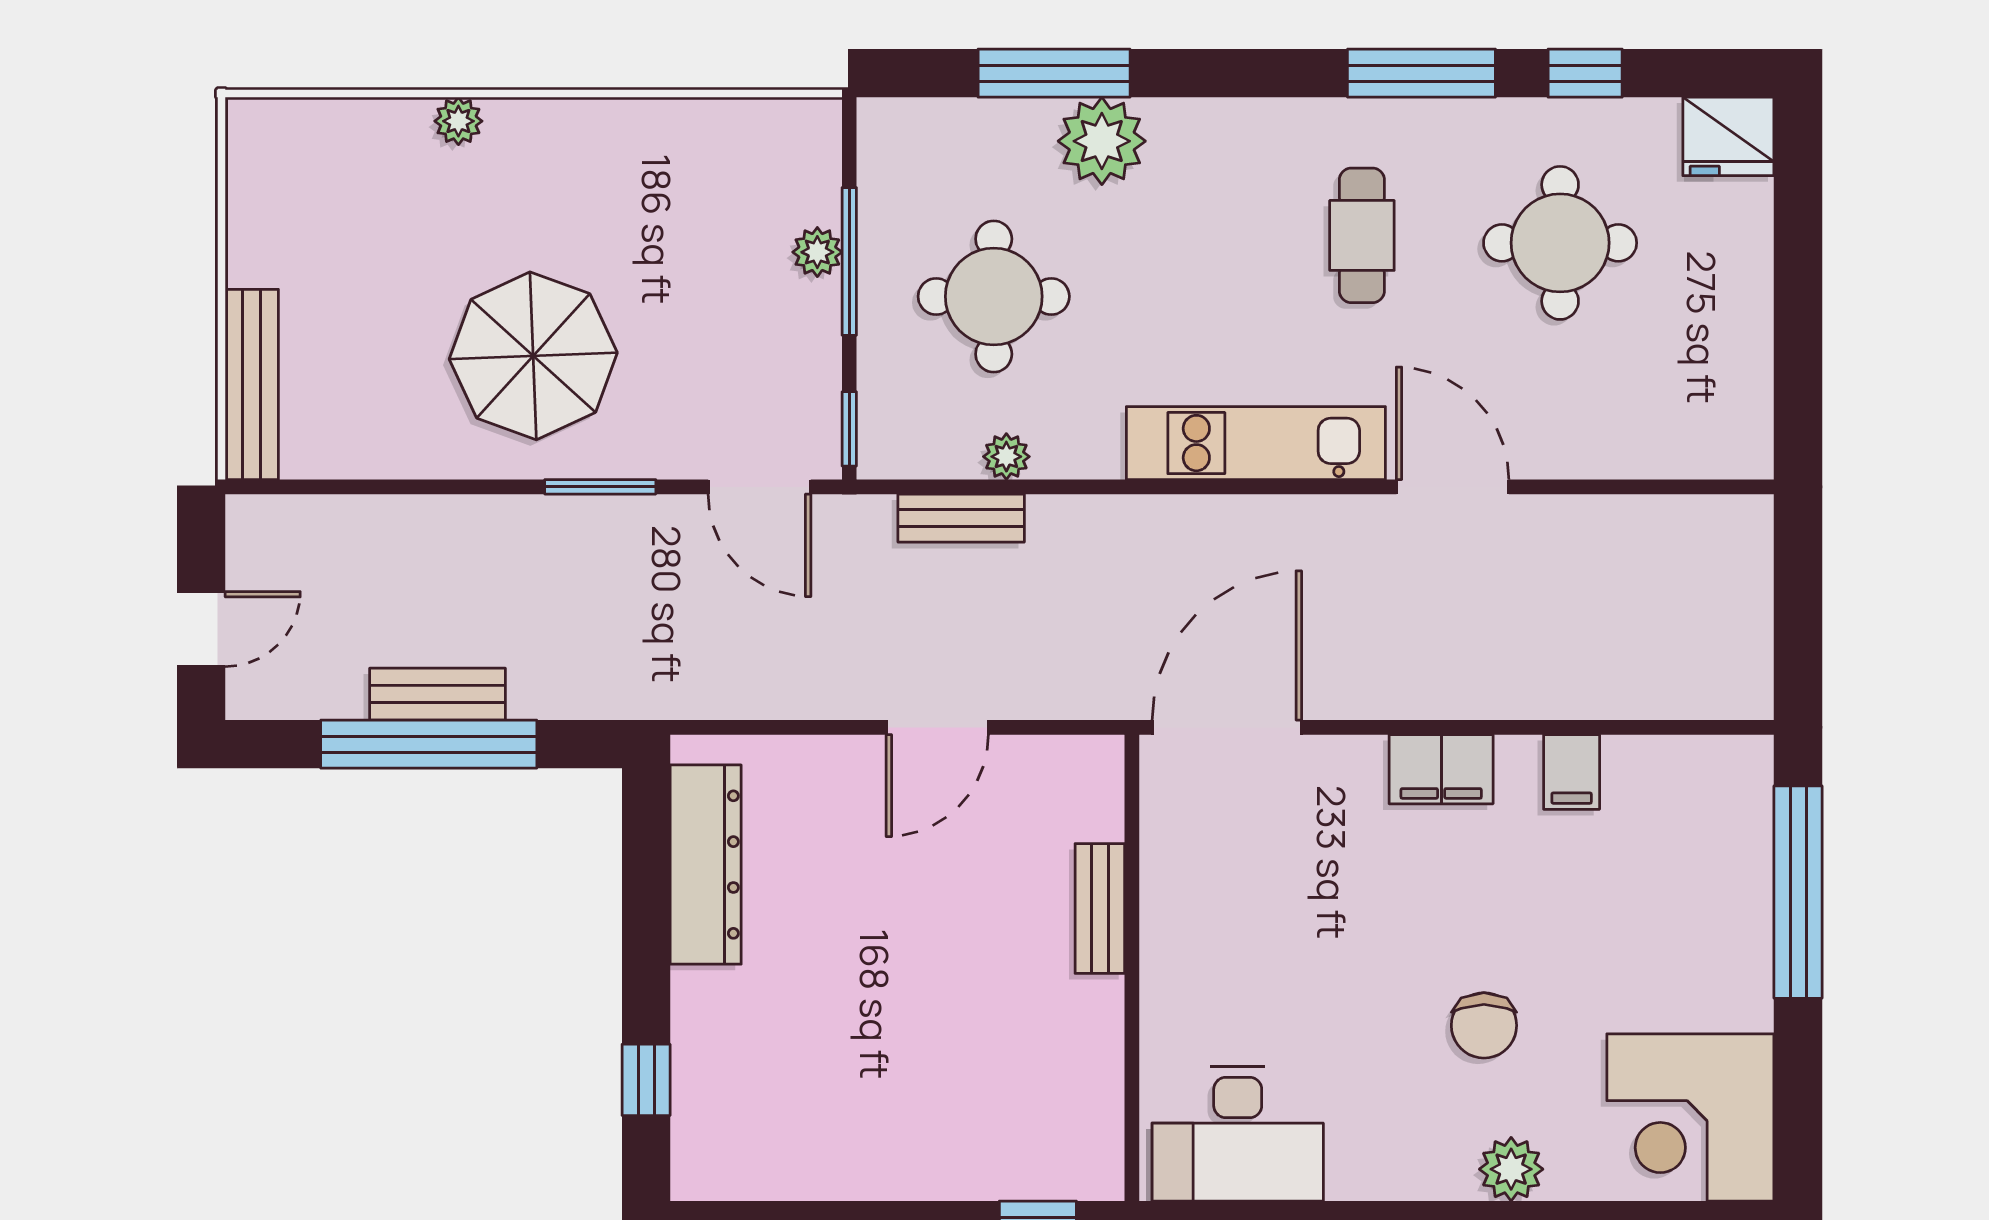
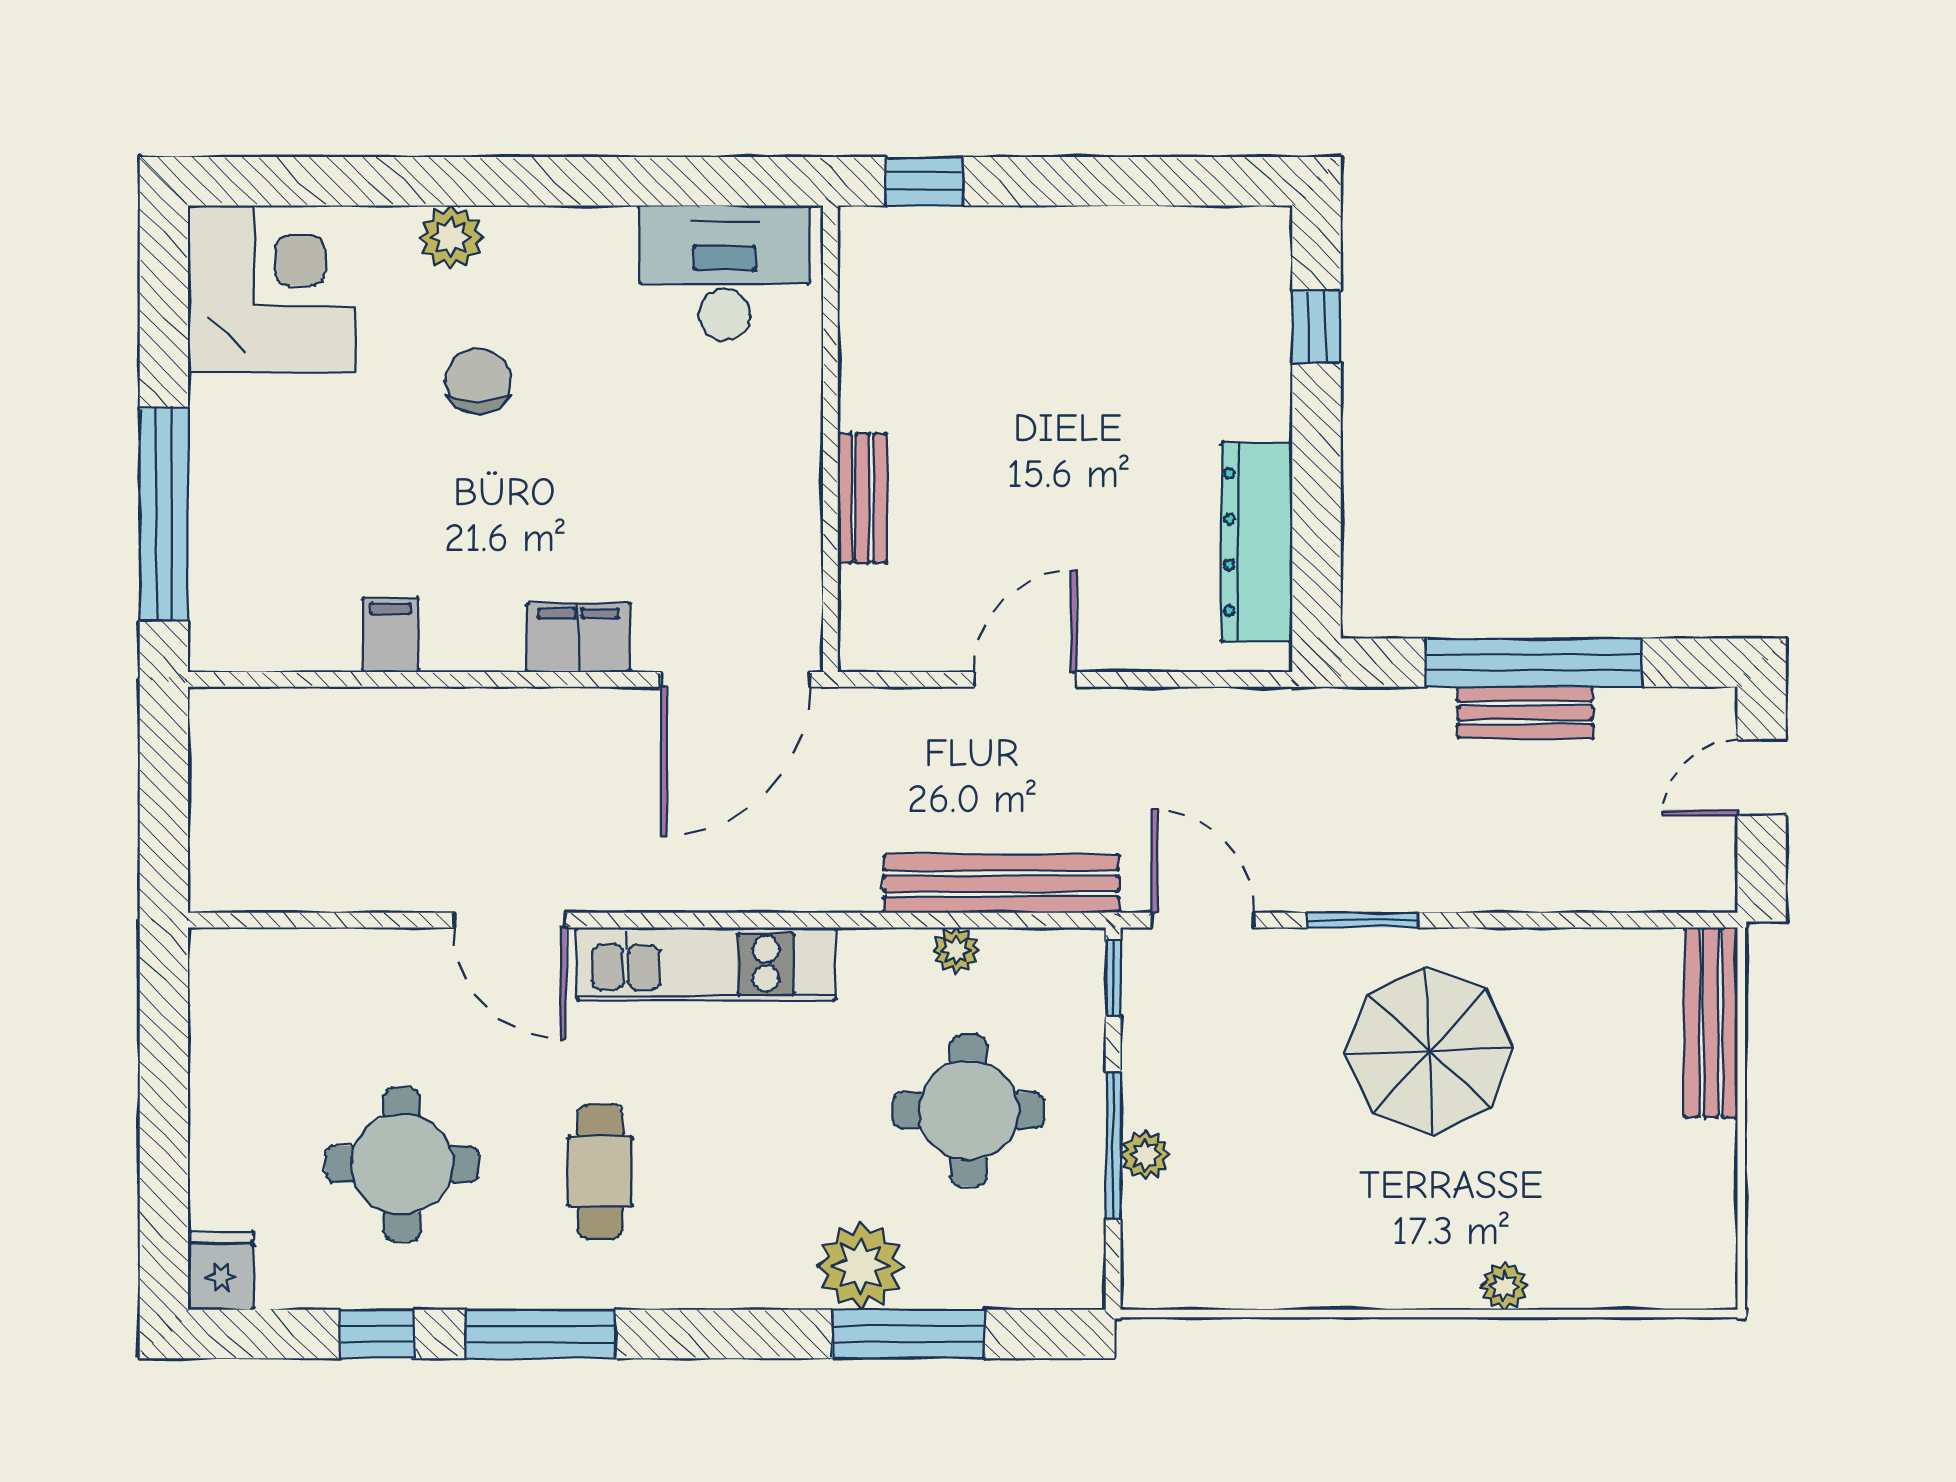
fridge: (1728, 136) -> (221, 1271), width x0.72
bench: (961, 518) -> (1001, 884), width x1.86, depth x1.21
filing cabinet: (1441, 769) -> (579, 638), moved

